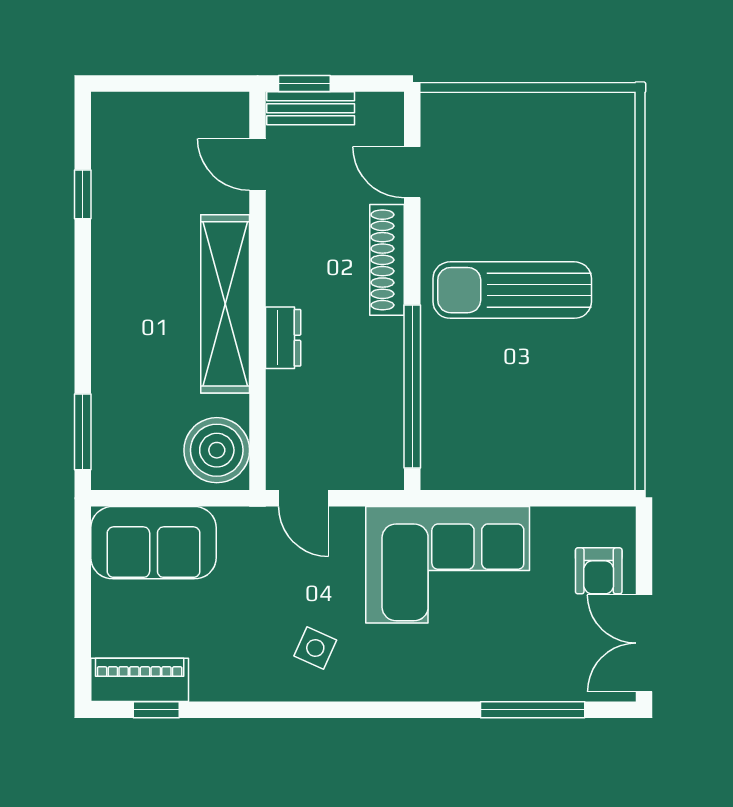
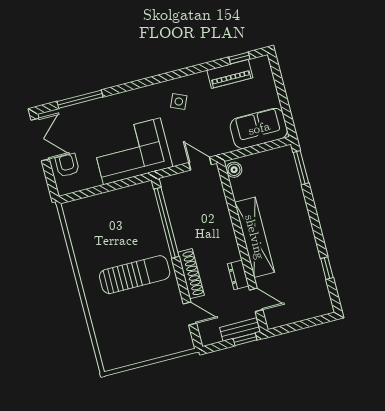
dresser: (283, 338) -> (238, 275), moved
boiler: (217, 450) -> (234, 170), width x0.54, depth x0.54
piano: (140, 680) -> (230, 74), moved

